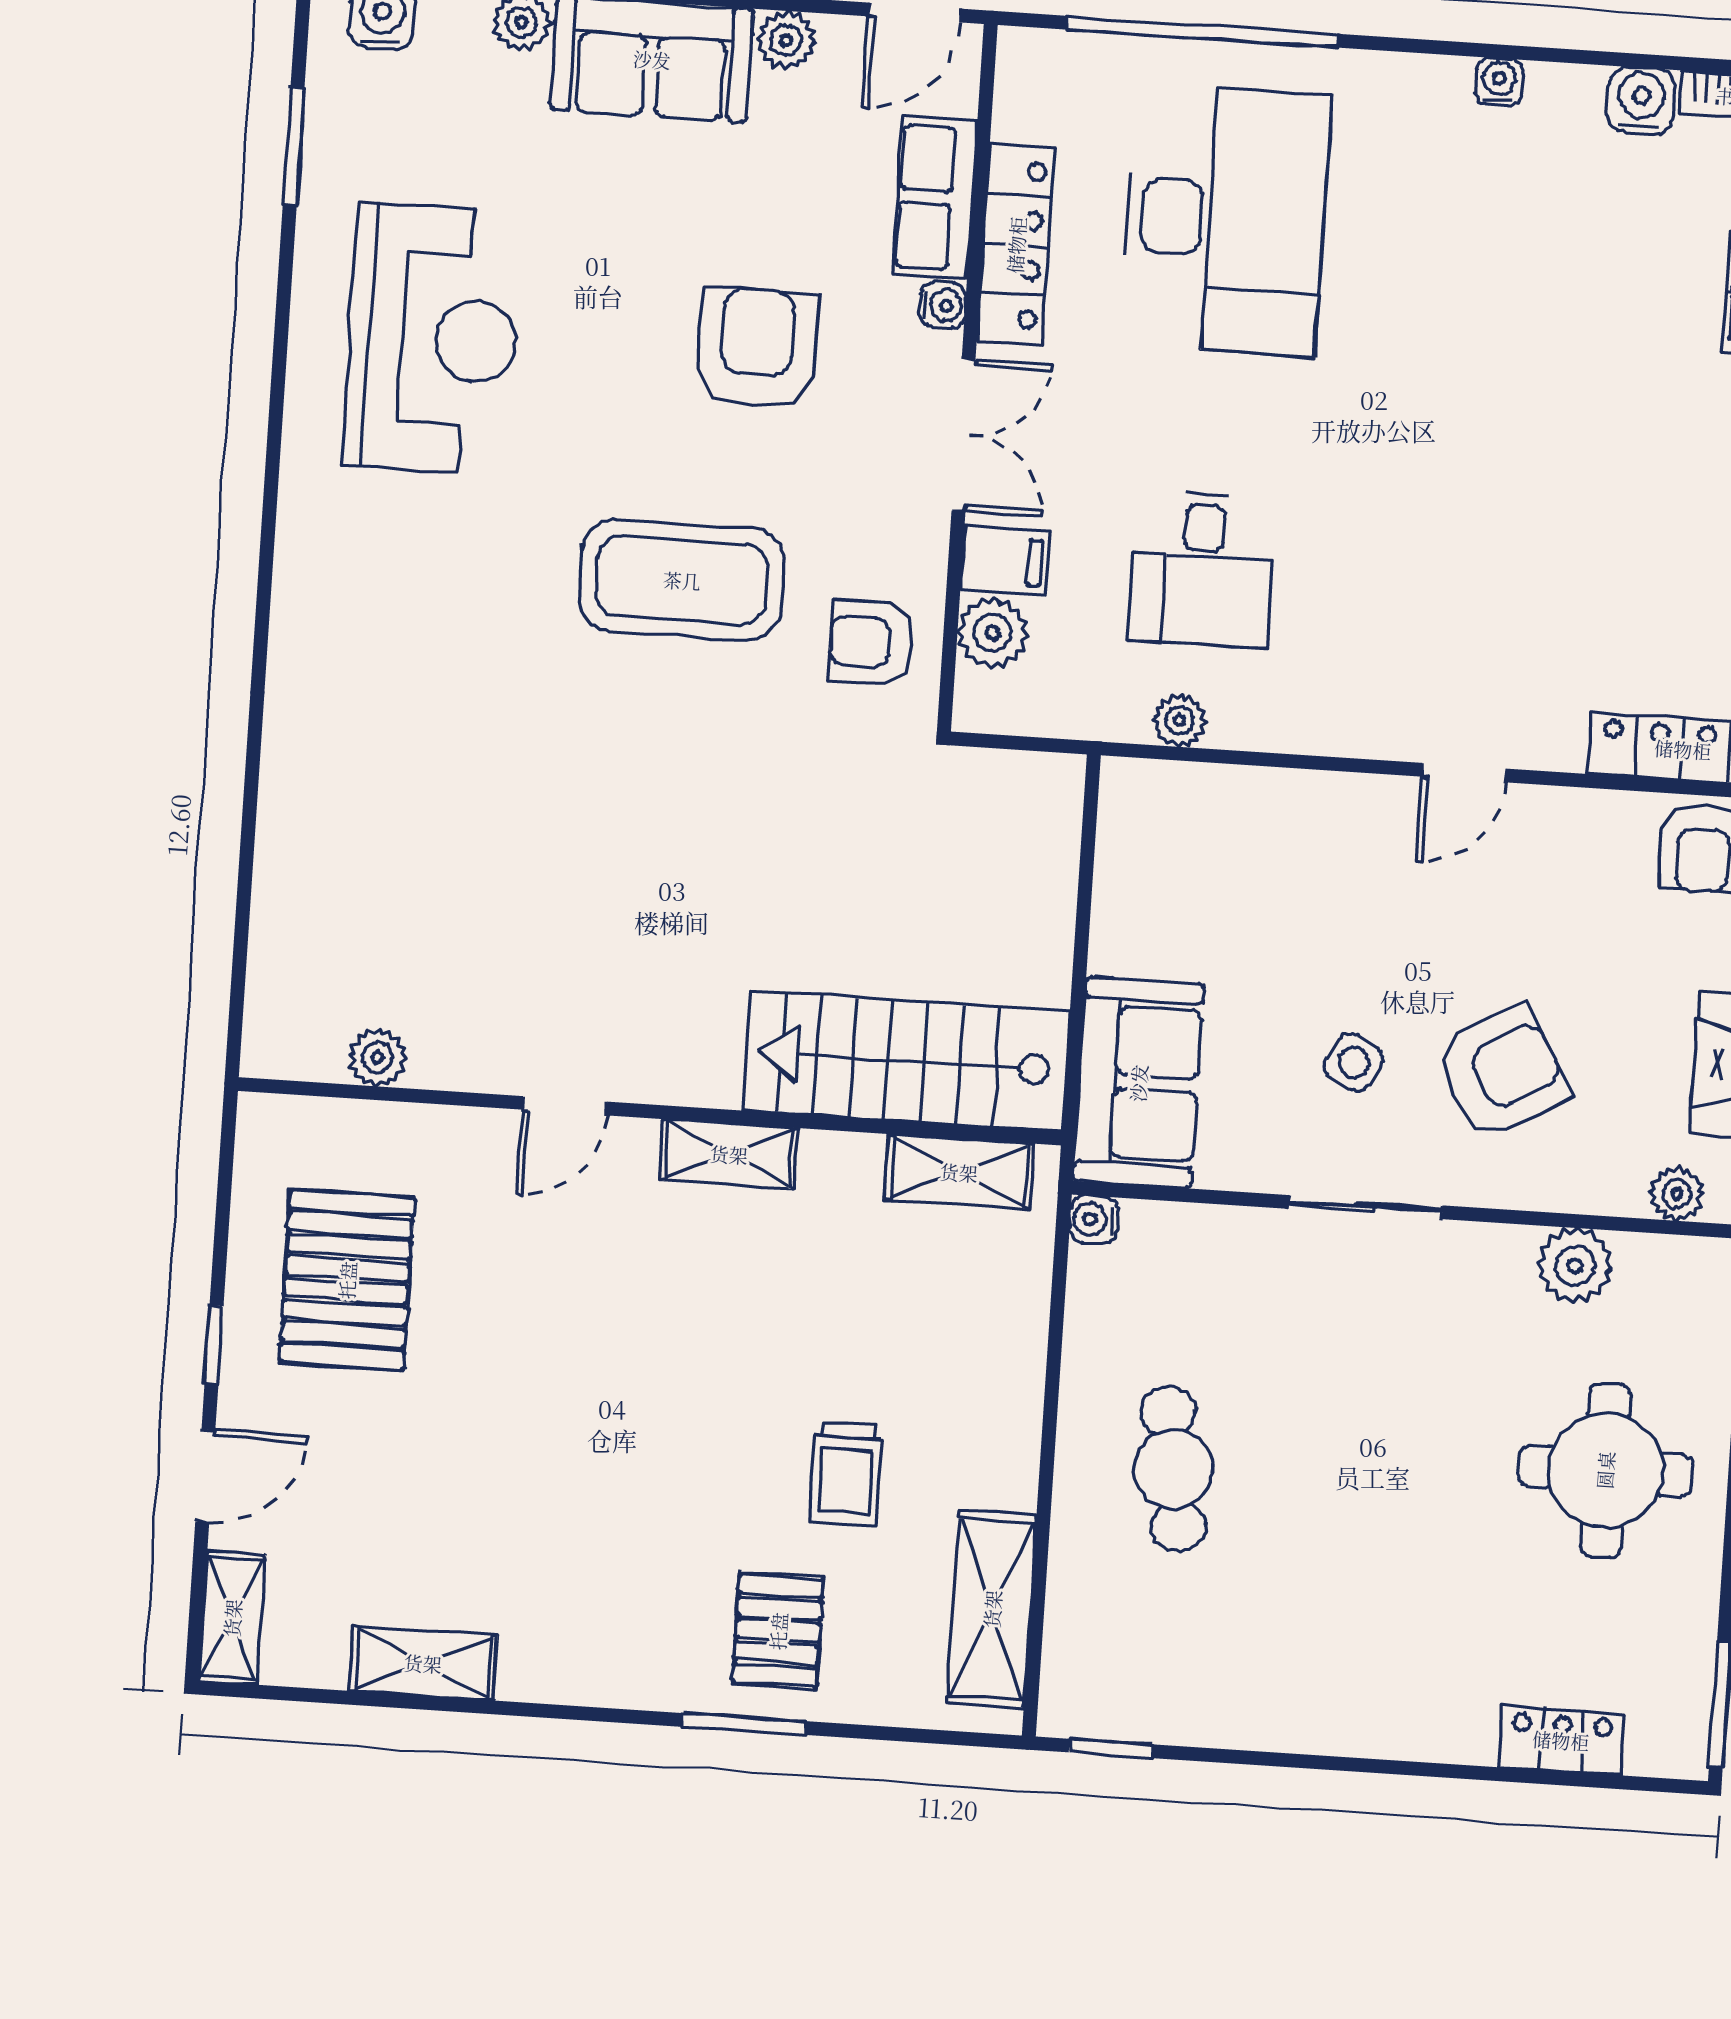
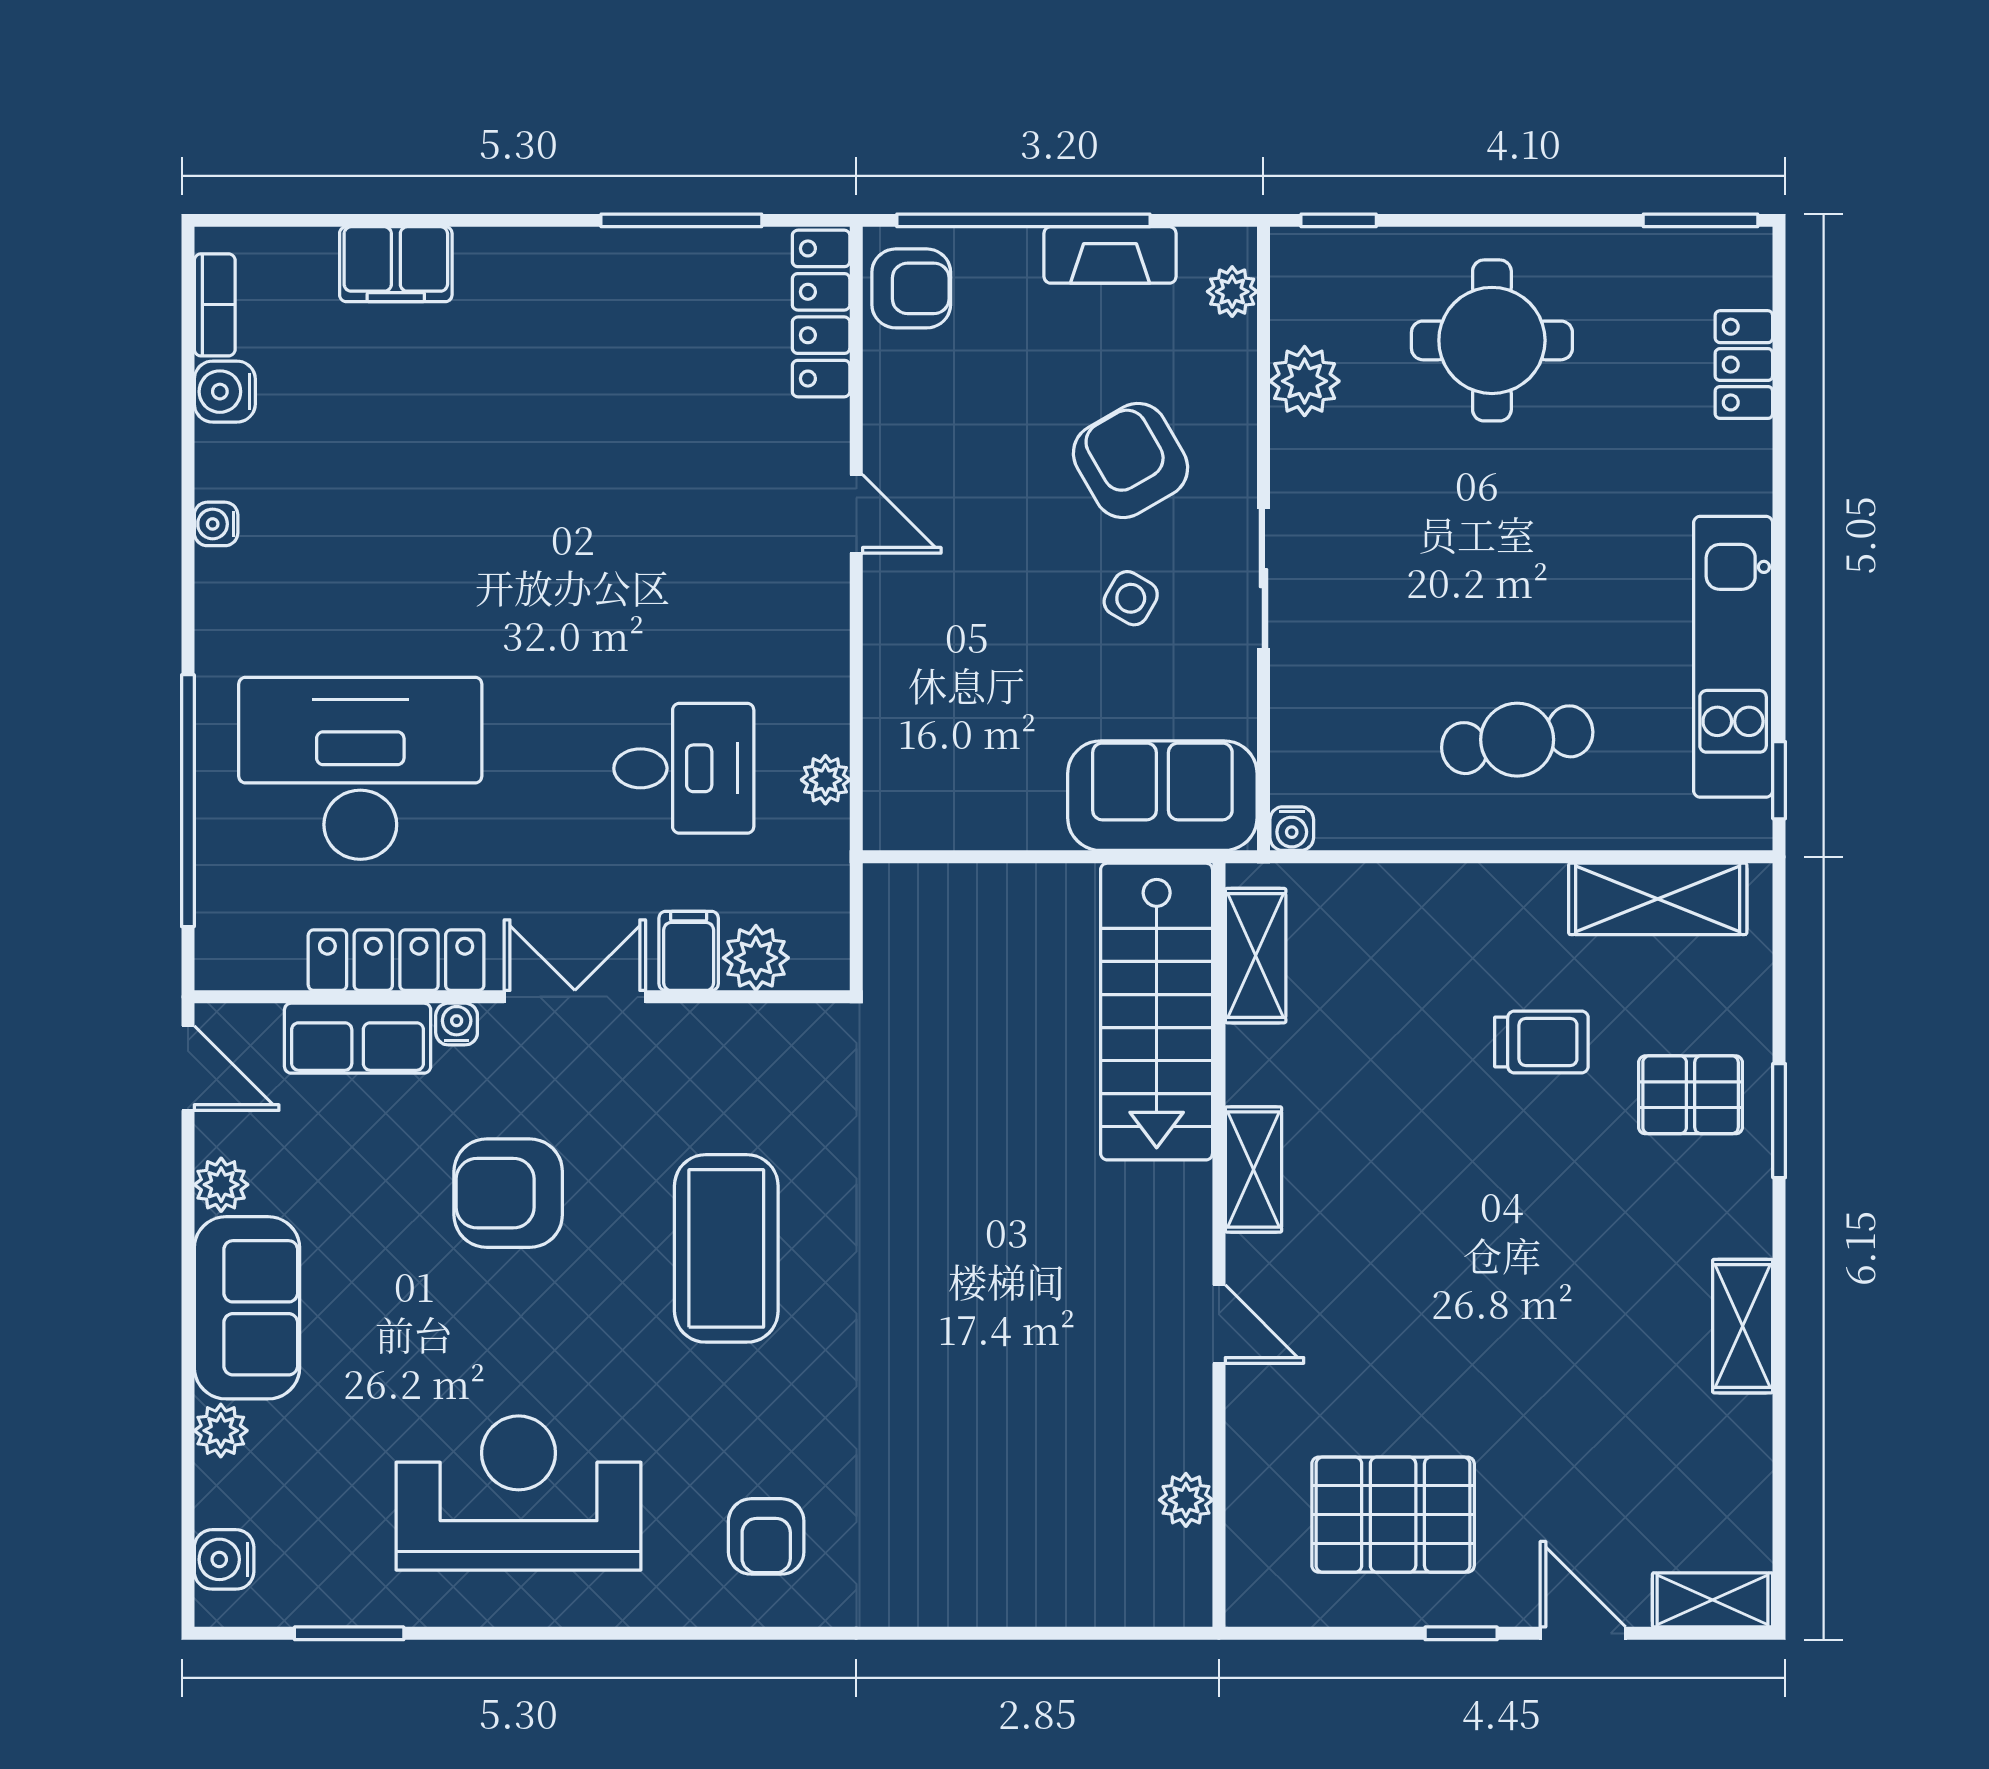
armchair: (871, 642) -> (766, 1536), moved
shelving: (423, 1663) -> (1743, 1326), moved
kitchen unit: (1247, 1708) -> (1733, 657), added

